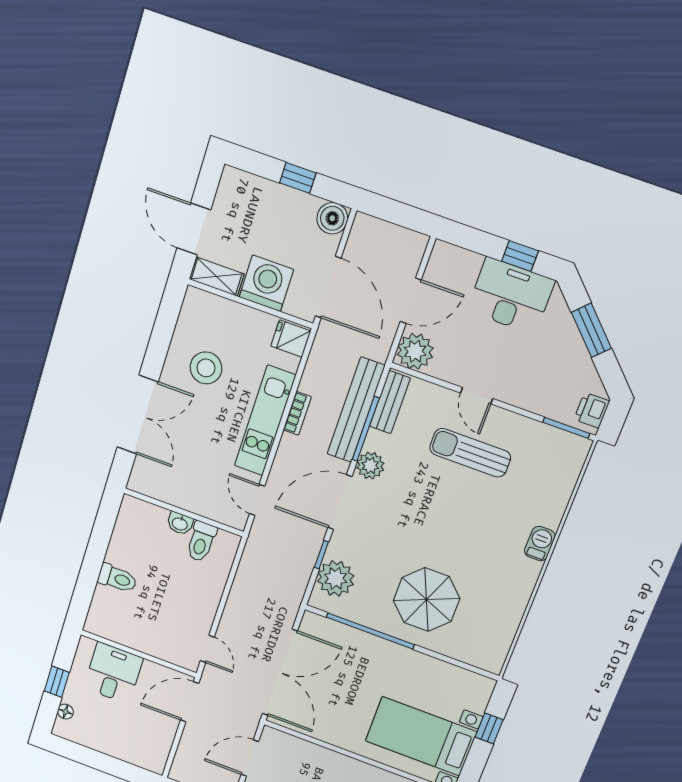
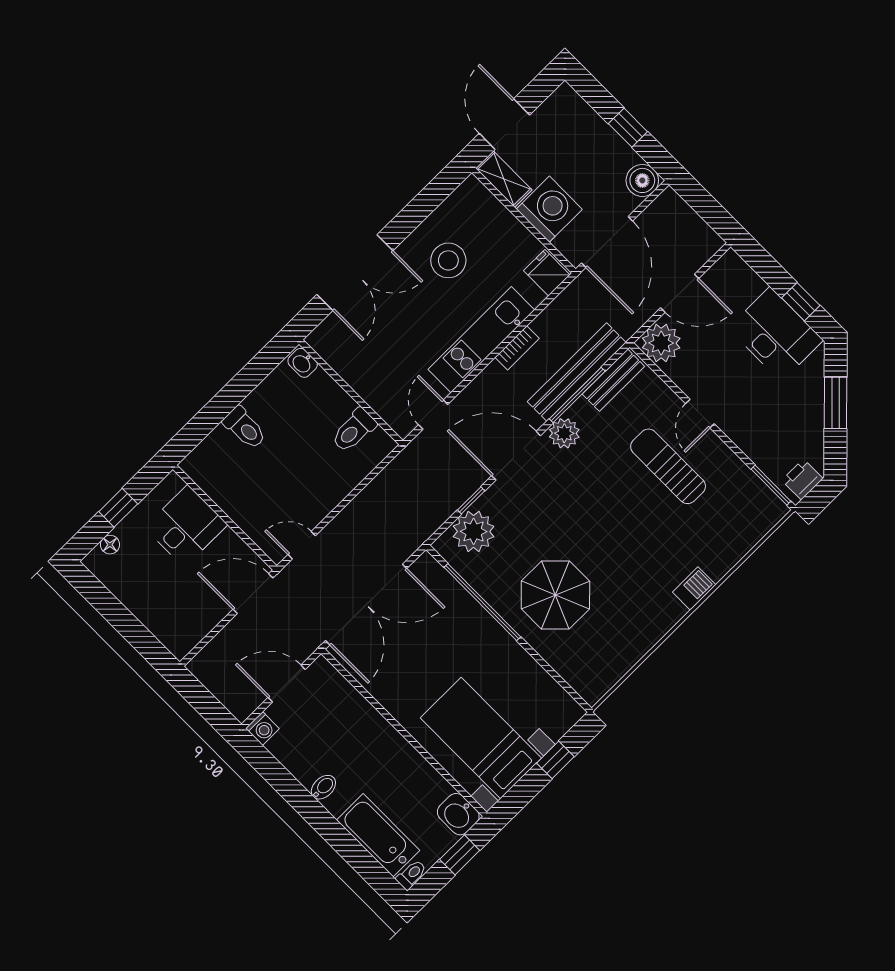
washbasin: (180, 523) -> (303, 363), moved
door: (207, 649) -> (302, 545), swing flipped

